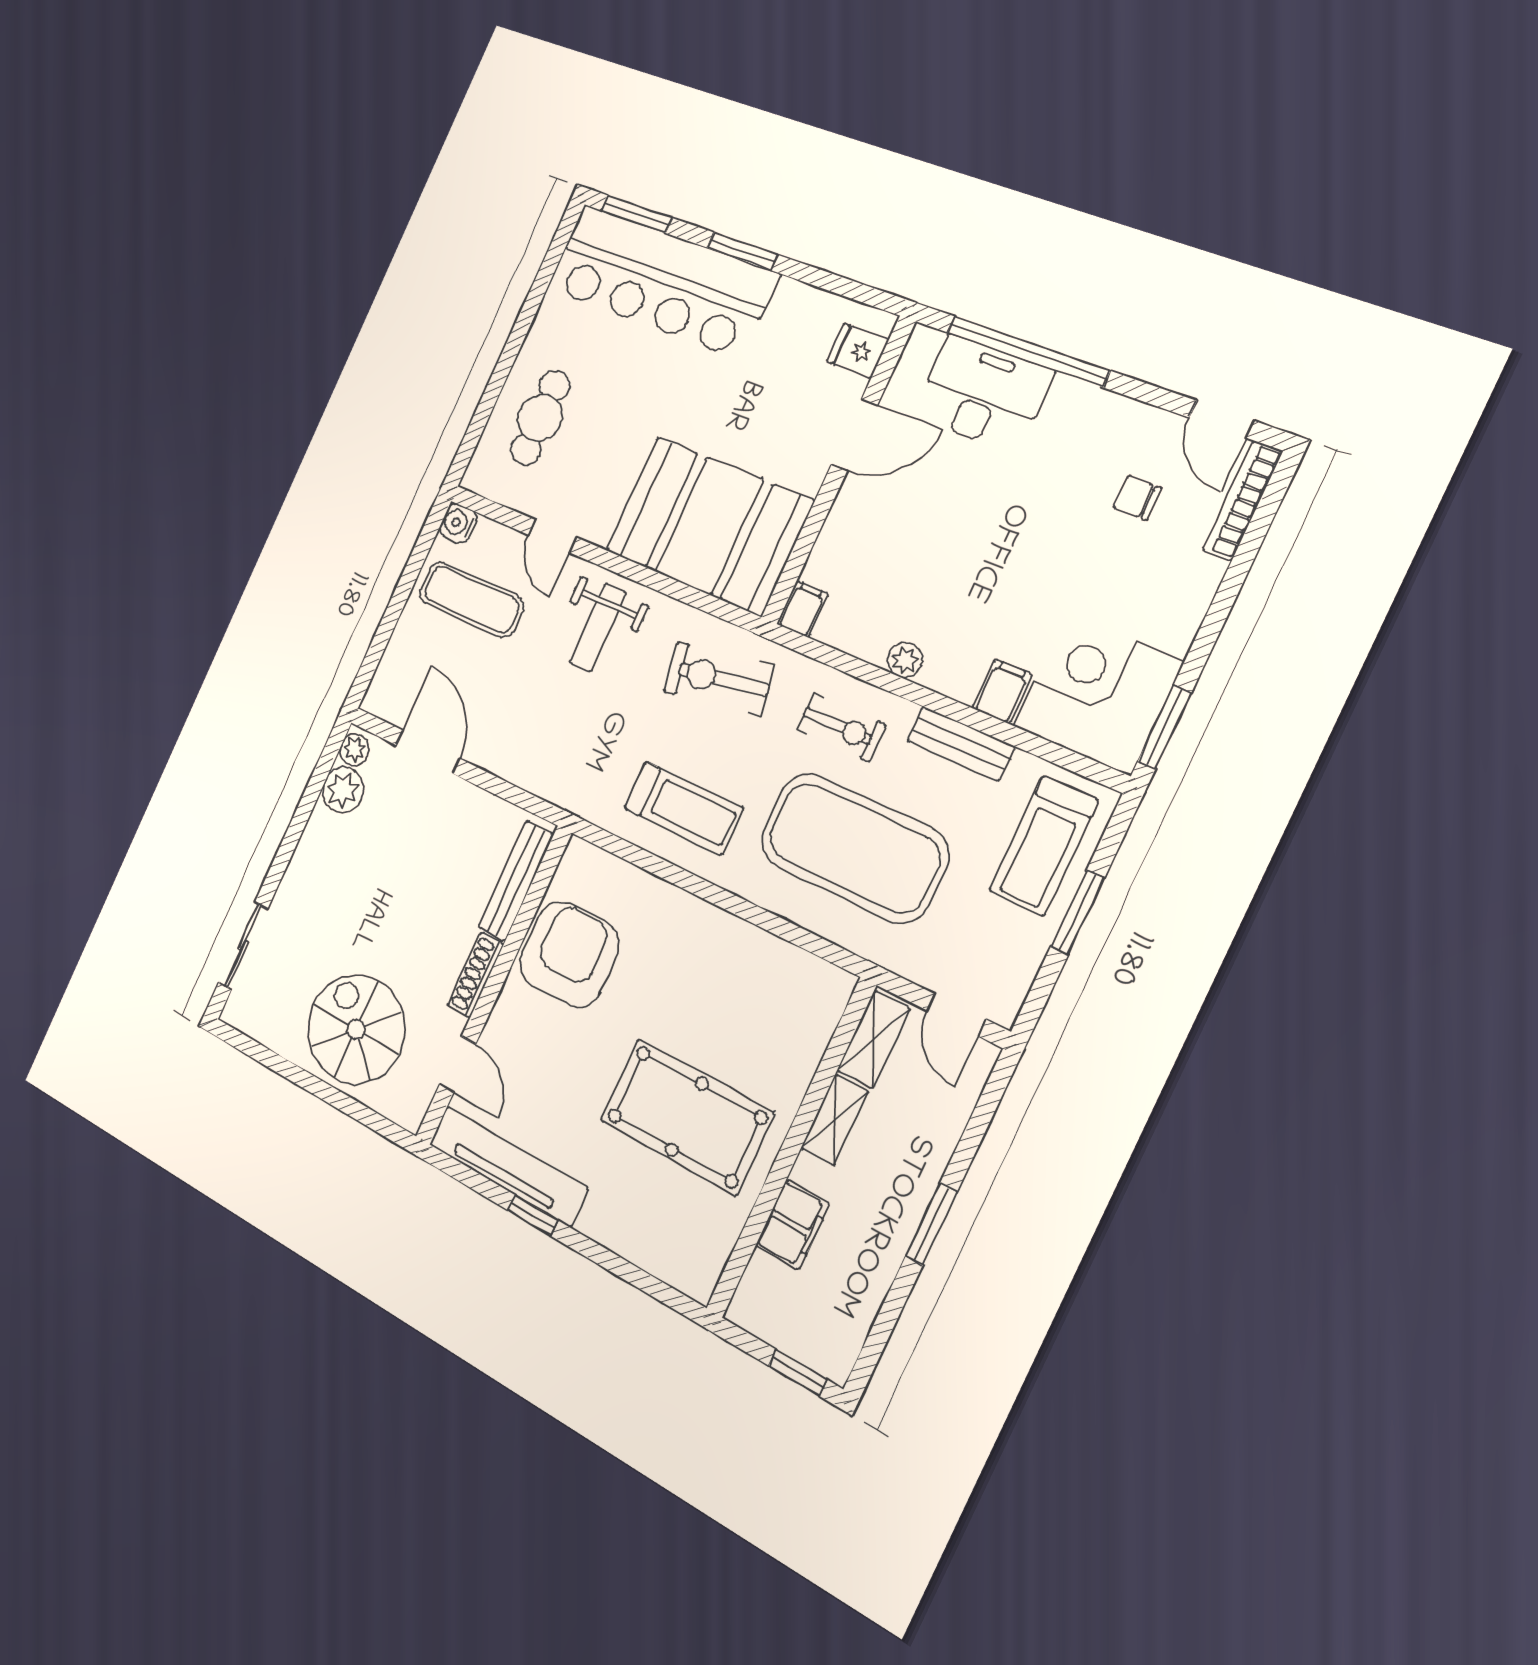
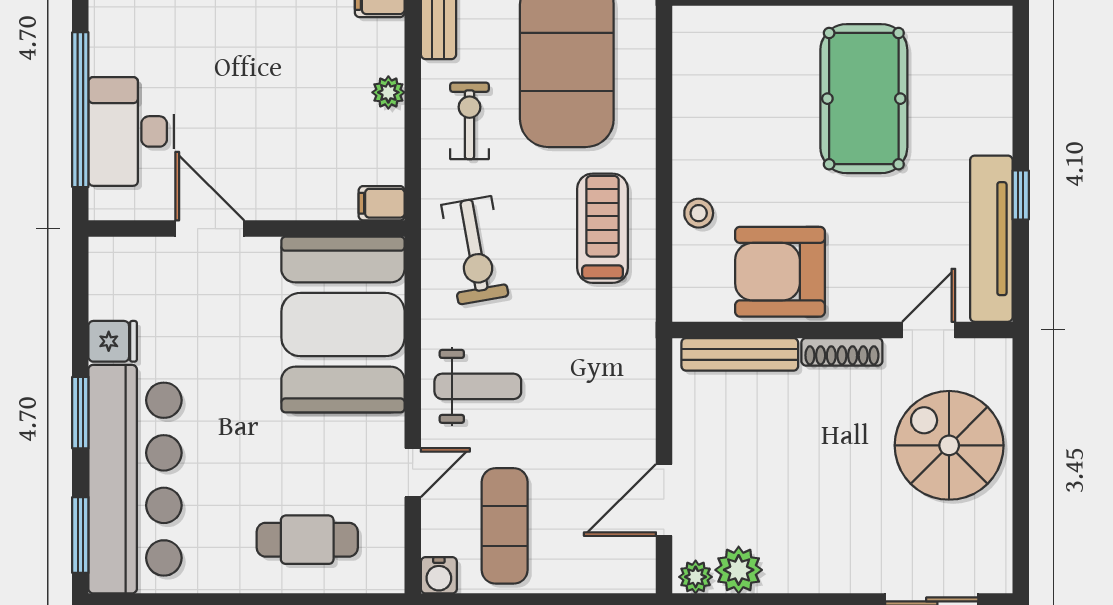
fridge: (858, 351) -> (113, 341), moved, turned -90
stool: (655, 905) -> (699, 213), added
spiral stairs: (356, 1029) -> (949, 445), turned 90

